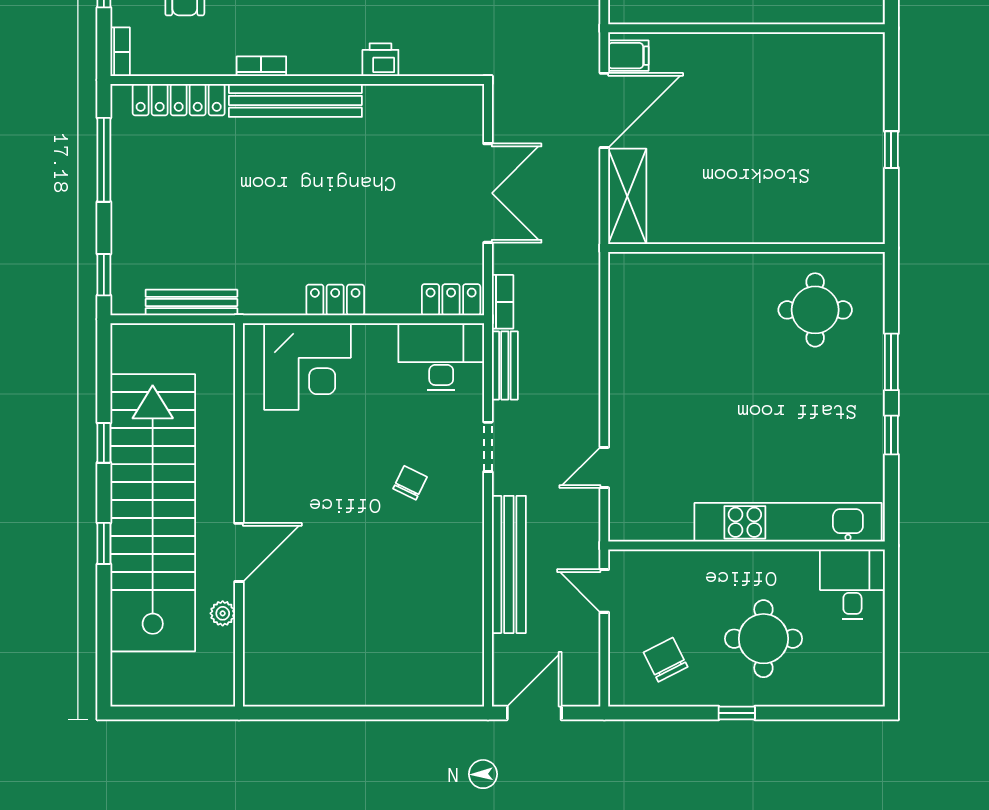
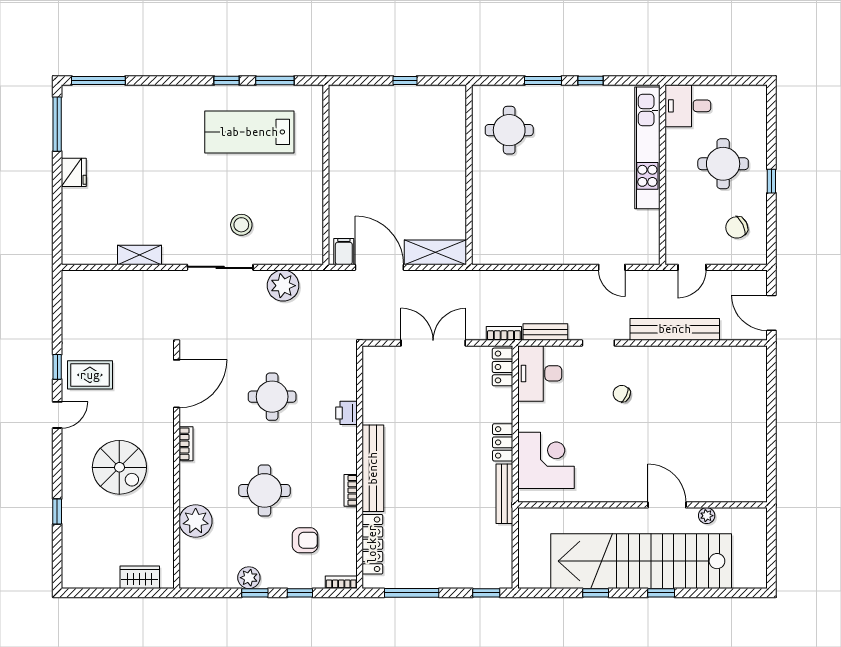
bench: (191, 302) -> (504, 494), moved

